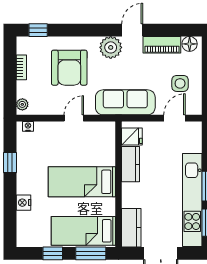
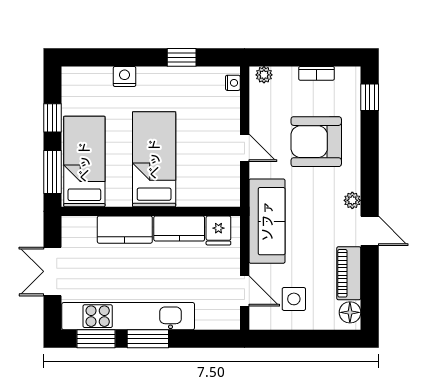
plant: (111, 47) -> (352, 200), width x0.53, depth x0.53
kitchen counter: (131, 228) -> (125, 230), moved

